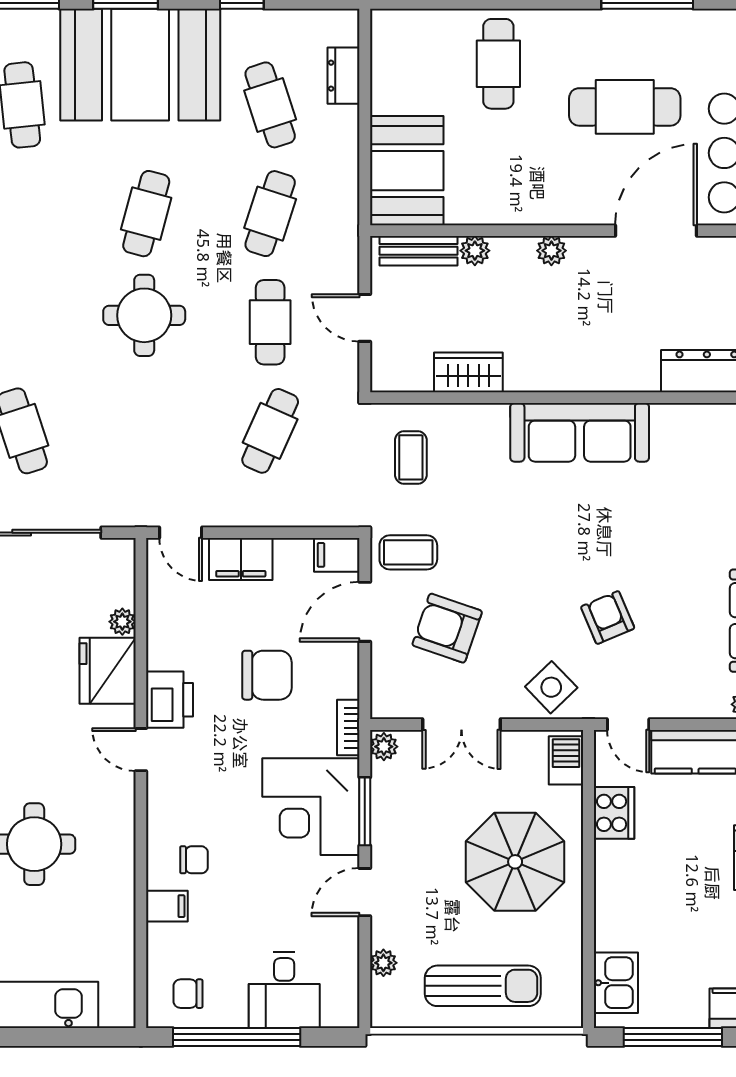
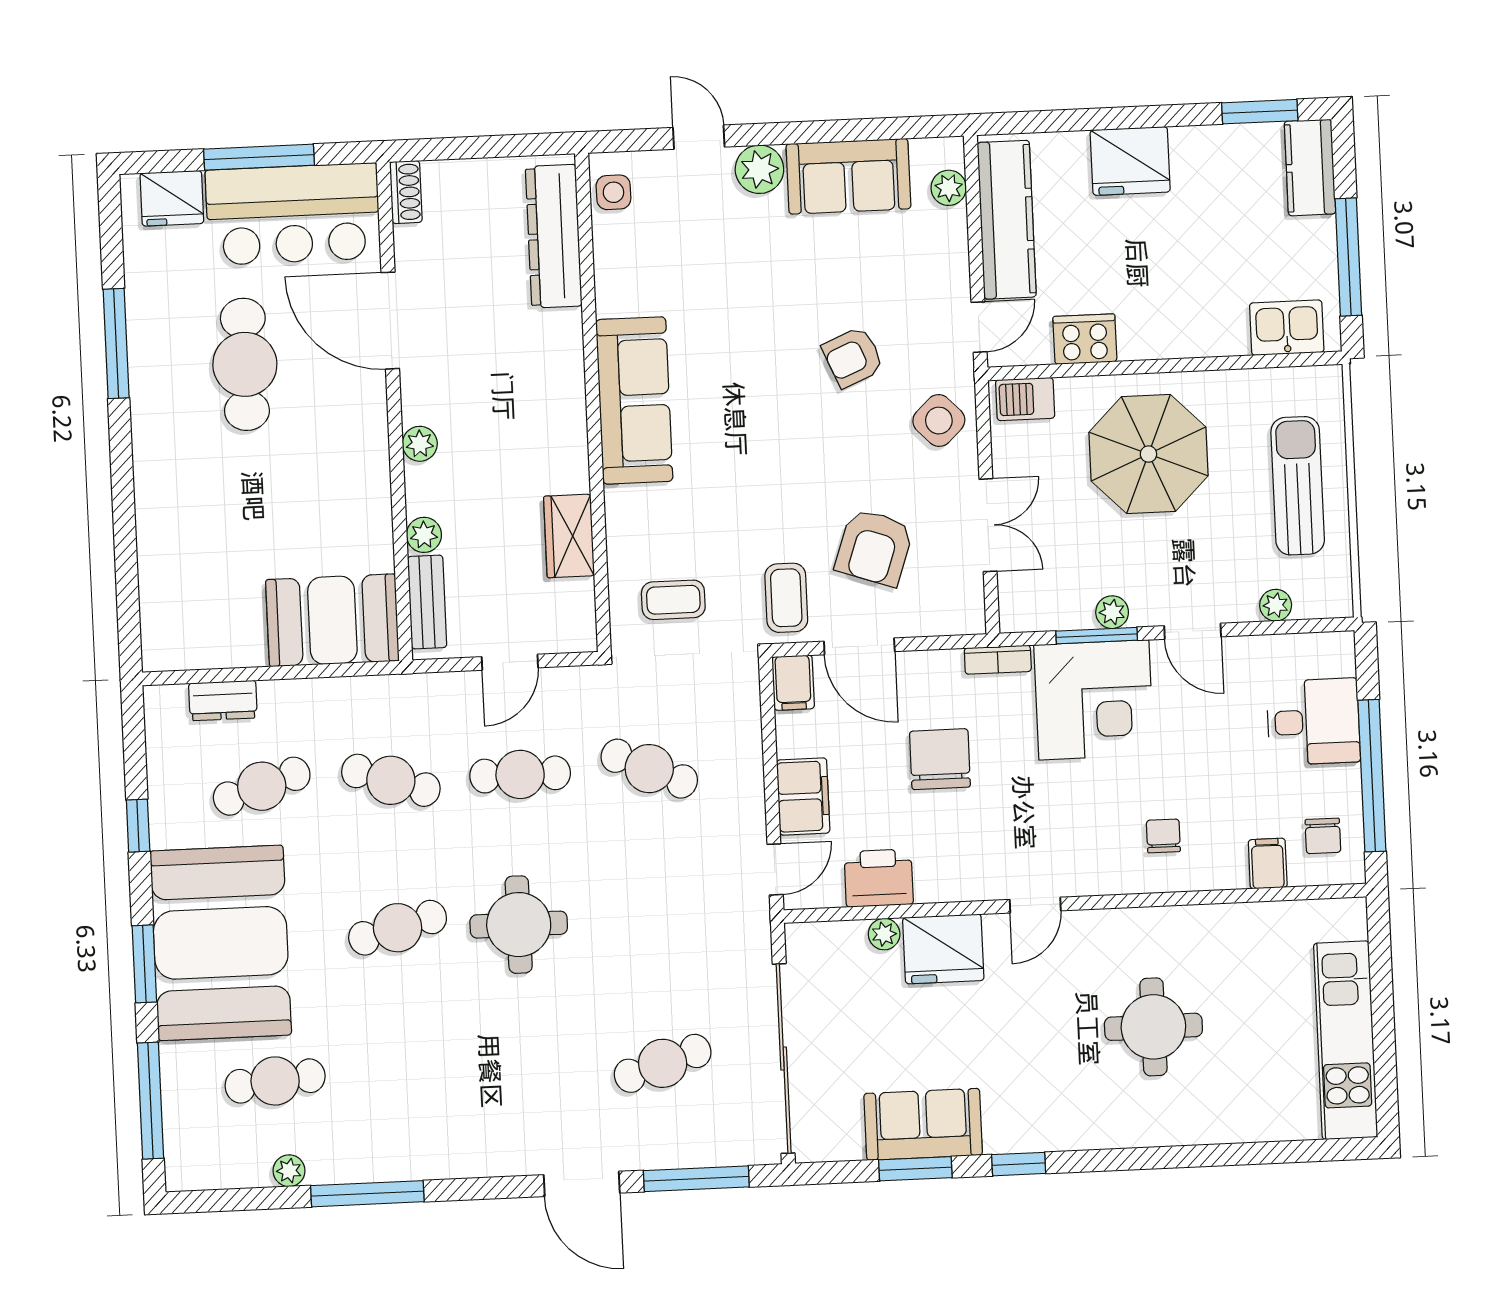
cafe table: (498, 64) -> (200, 517), removed
cafe table: (146, 214) -> (398, 928), turned -30
printer: (169, 700) -> (879, 878), moved
plant: (384, 747) -> (1112, 612), moved
filing cabinet: (167, 906) -> (1268, 863), moved

